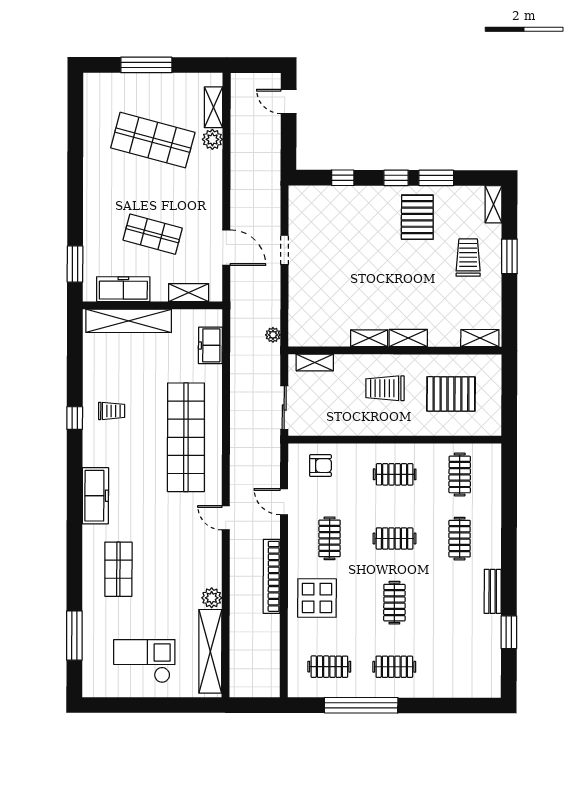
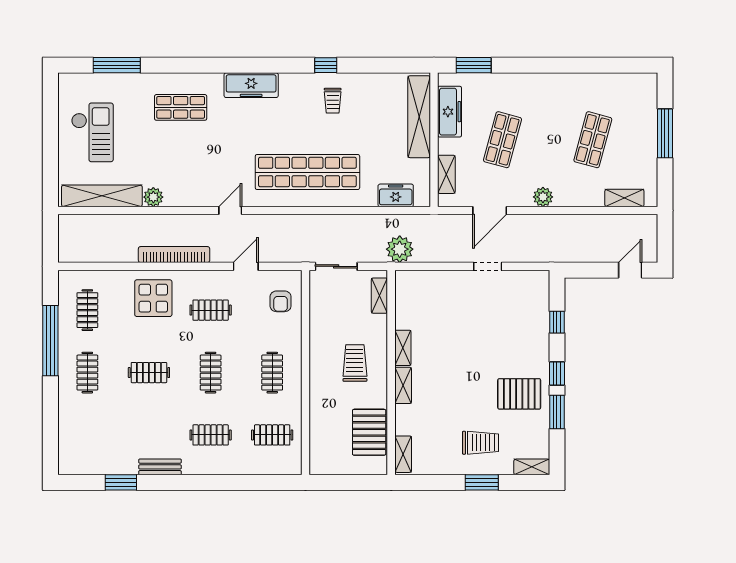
plant: (212, 139) -> (543, 197), moved
shop shelf: (153, 140) -> (593, 140), width x0.70, depth x0.74
plant: (273, 335) -> (400, 249), width x1.88, depth x1.88
pallet: (451, 394) -> (369, 432), moved

